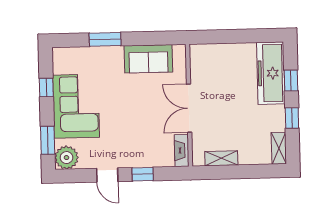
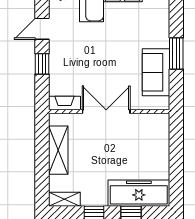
window: (105, 39) -> (176, 53), moved
shelving: (221, 158) -> (58, 150), width x1.50, depth x1.33

